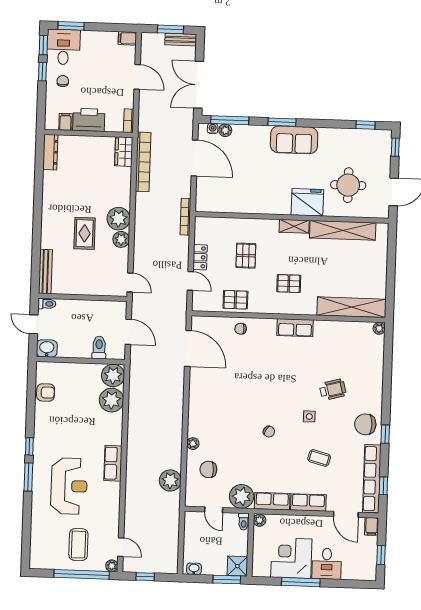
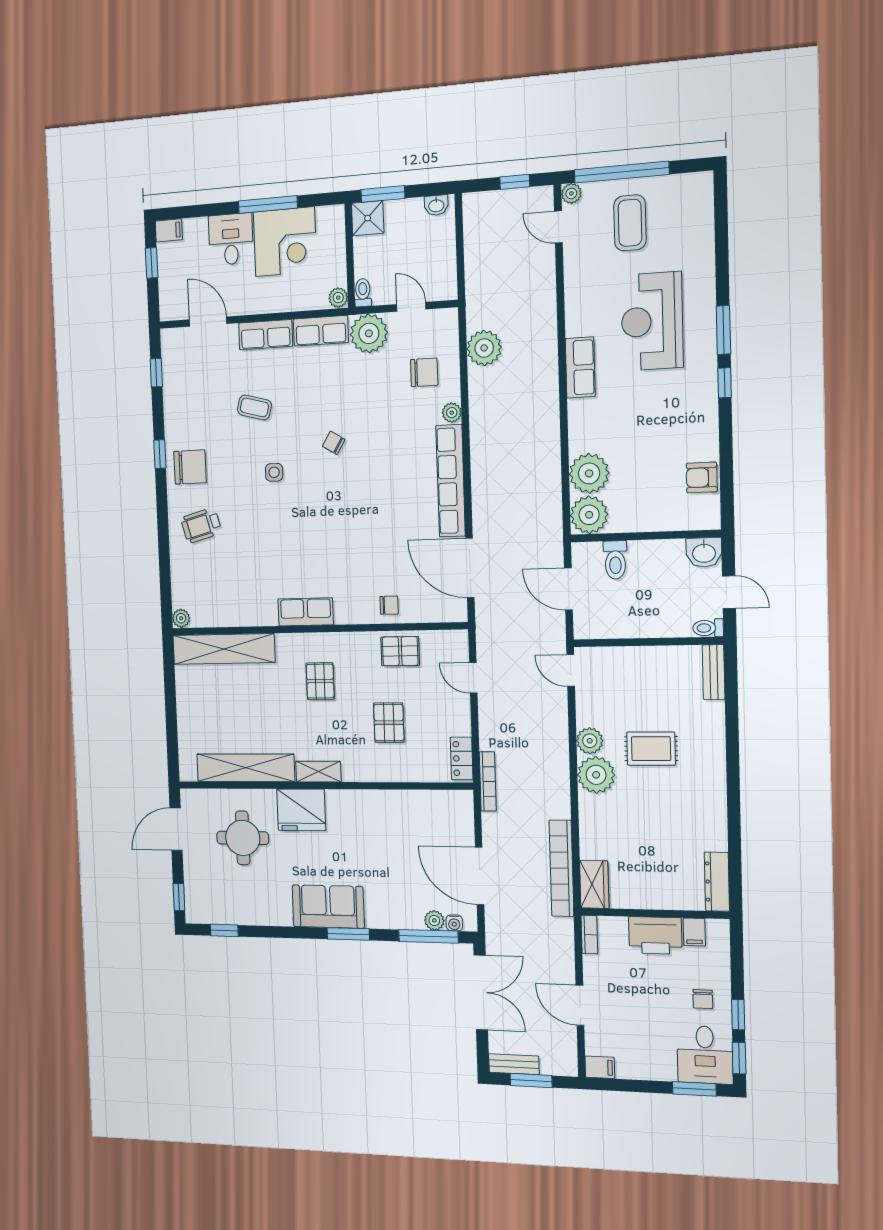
rug: (85, 233) -> (651, 749), turned 90
locker: (200, 257) -> (462, 758), moved
bench: (45, 272) -> (714, 672), width x0.73
pallet: (289, 284) -> (320, 681), turned 90
wheelchair: (333, 390) -> (201, 525), moved
row of seats: (372, 479) -> (451, 481), moved, turned 180
filing cabinet: (372, 526) -> (169, 230), moved, turned 90

